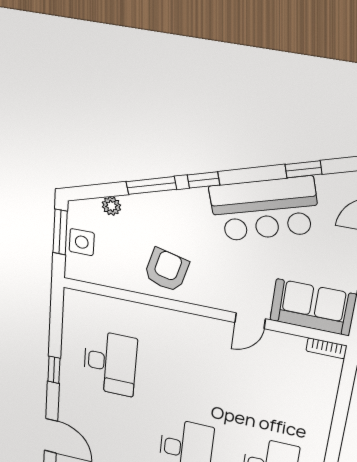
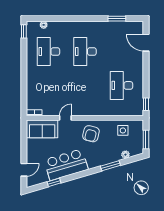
window: (203, 180) -> (90, 172), removed
side table: (82, 242) -> (123, 130), moved
armchair: (166, 270) -> (91, 134), moved
window: (54, 370) -> (146, 104), moved

